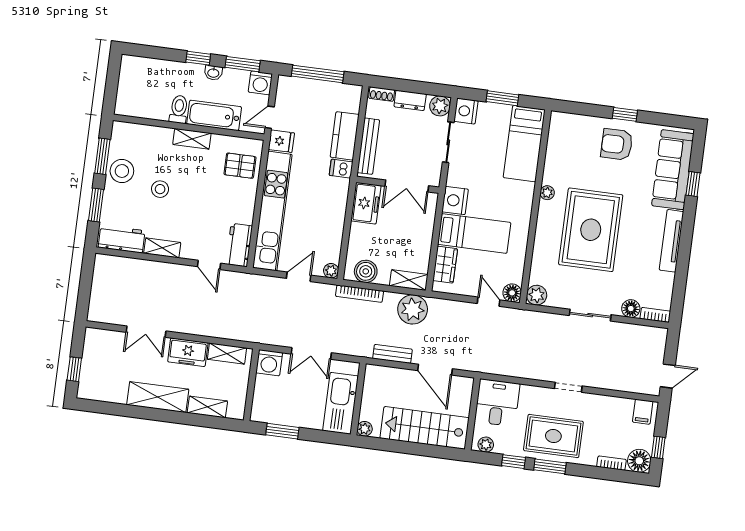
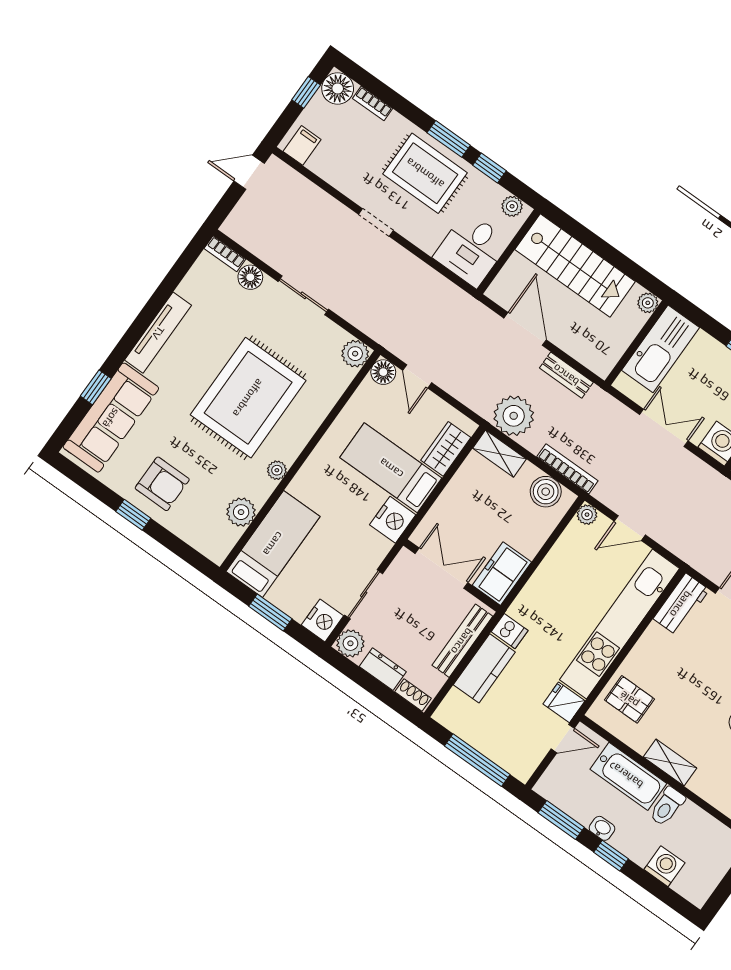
washing machine: (260, 83) -> (664, 866), moved
plant: (556, 153) -> (241, 512), added

